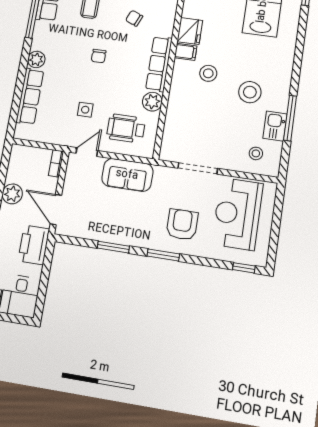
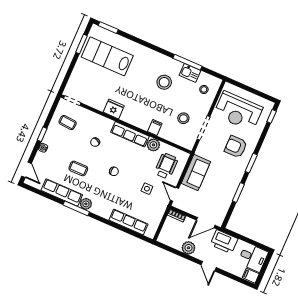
filing cabinet: (186, 52) -> (155, 127), moved
plant: (36, 59) -> (86, 204), moved
stool: (208, 73) -> (183, 118), moved
wheelchair: (126, 128) -> (166, 166), turned 180

